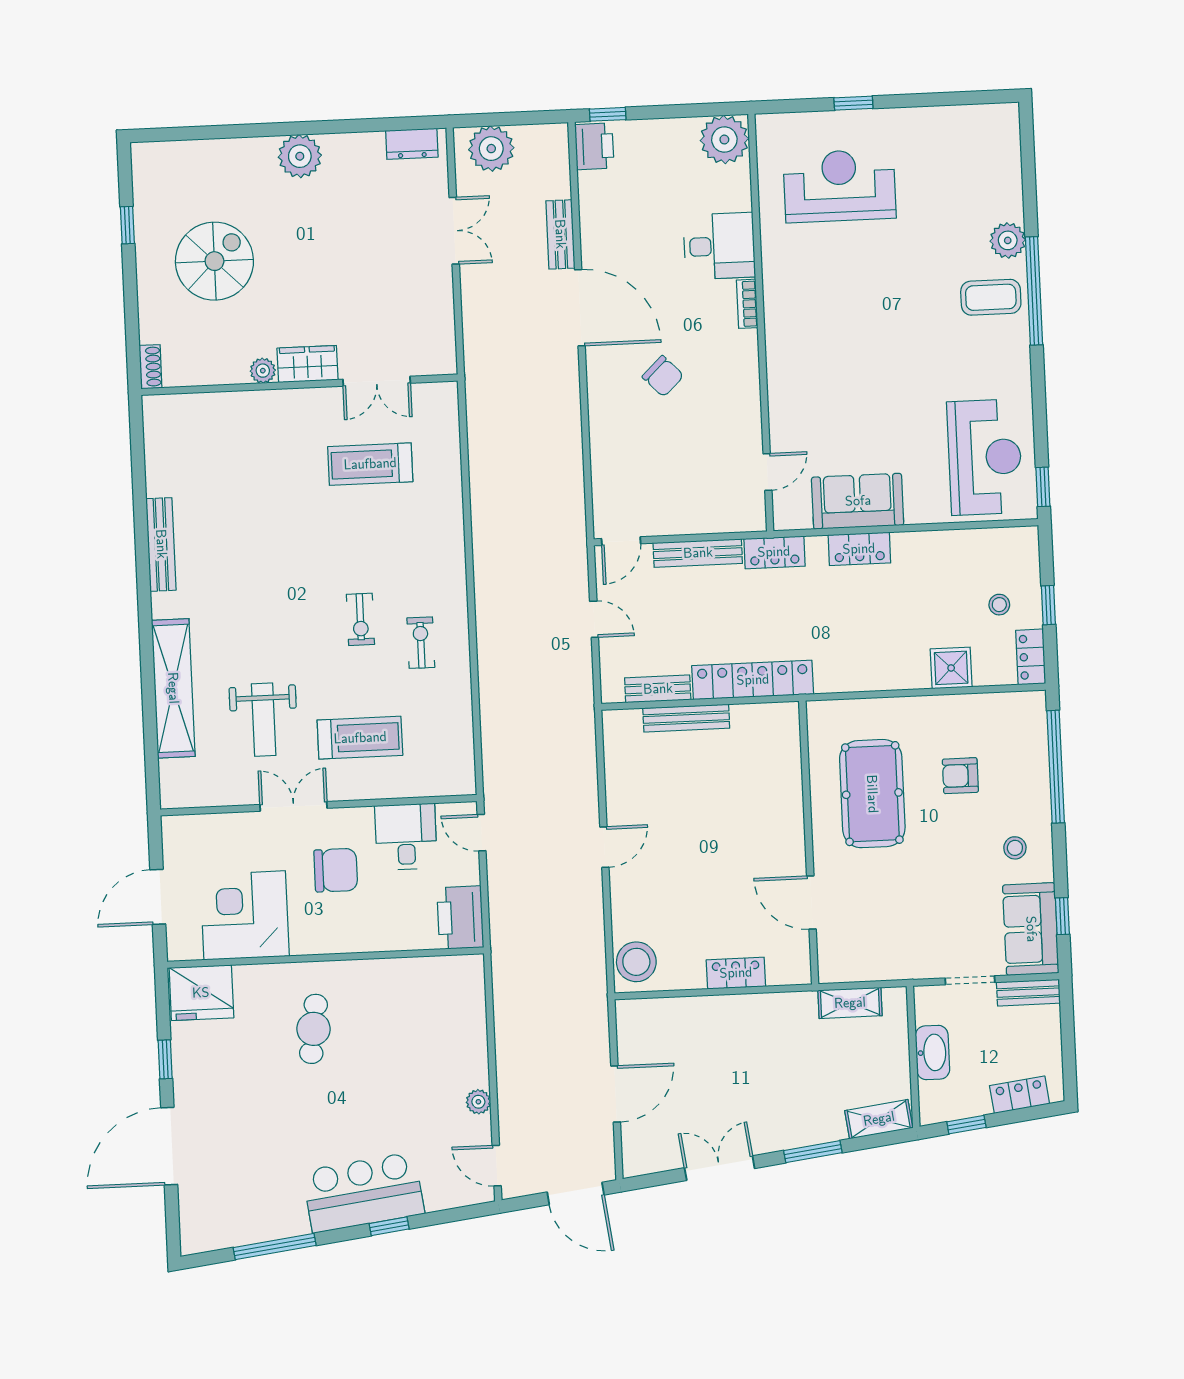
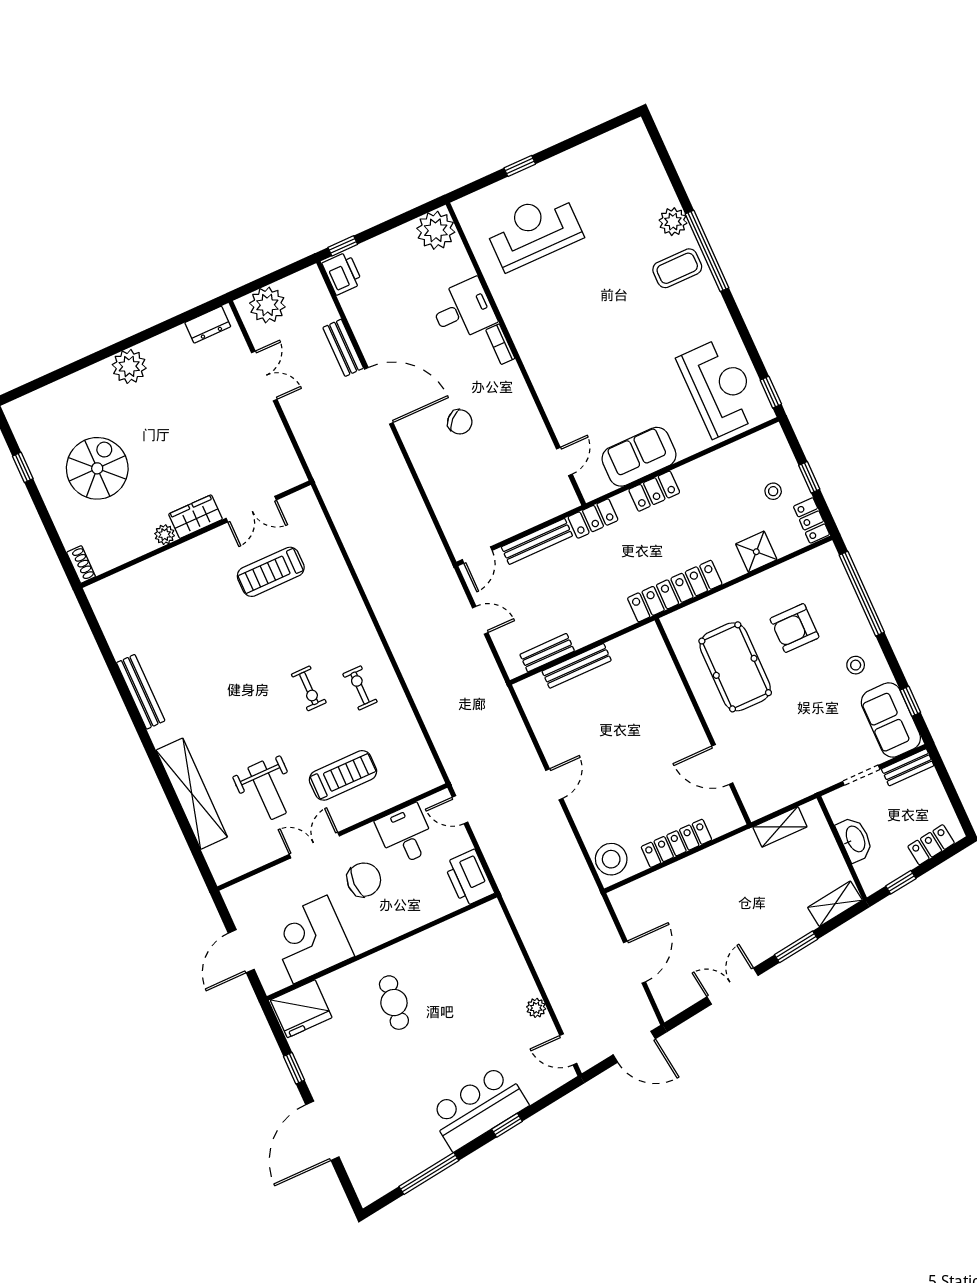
locker: (753, 680) -> (675, 591), moved
armchair: (960, 776) -> (795, 628), width x1.38, depth x1.38
locker: (736, 973) -> (676, 843), width x1.53

